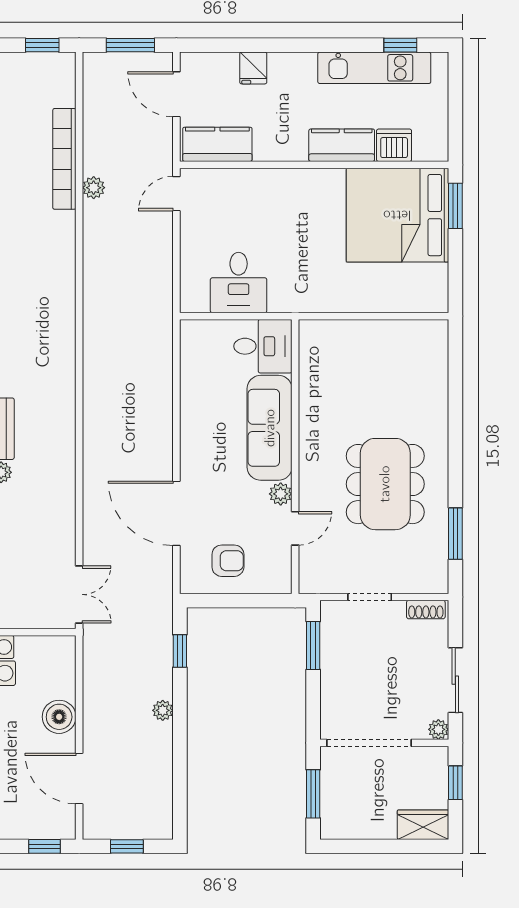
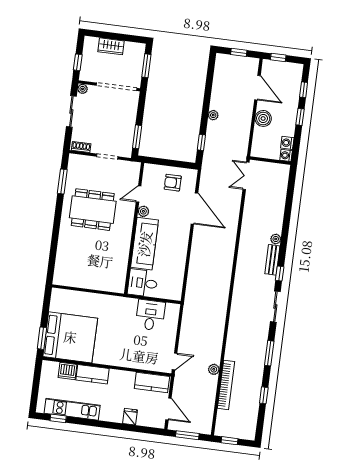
dining table: (385, 484) -> (93, 210), turned 90
wardrobe: (423, 825) -> (111, 46), moved

